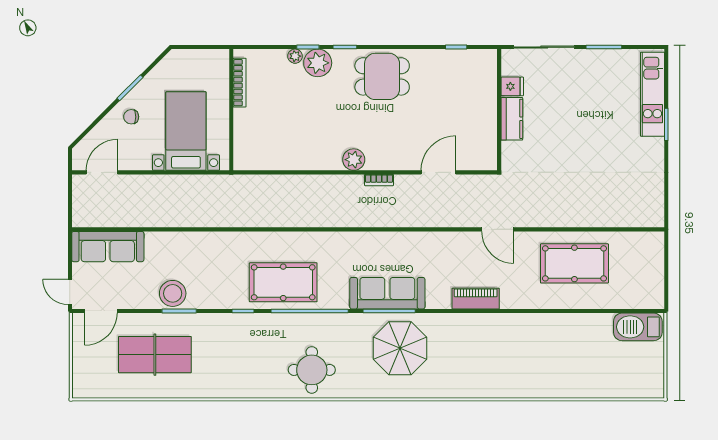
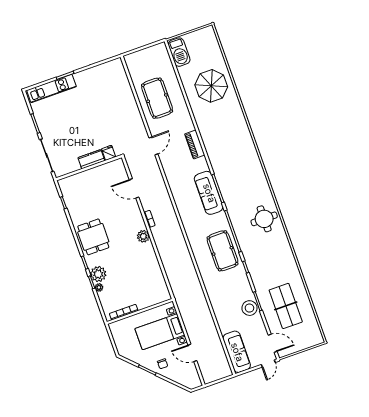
fridge: (512, 86) -> (109, 153), moved
door: (102, 172) -> (192, 353), moved
parasol: (400, 348) -> (211, 86), moved

